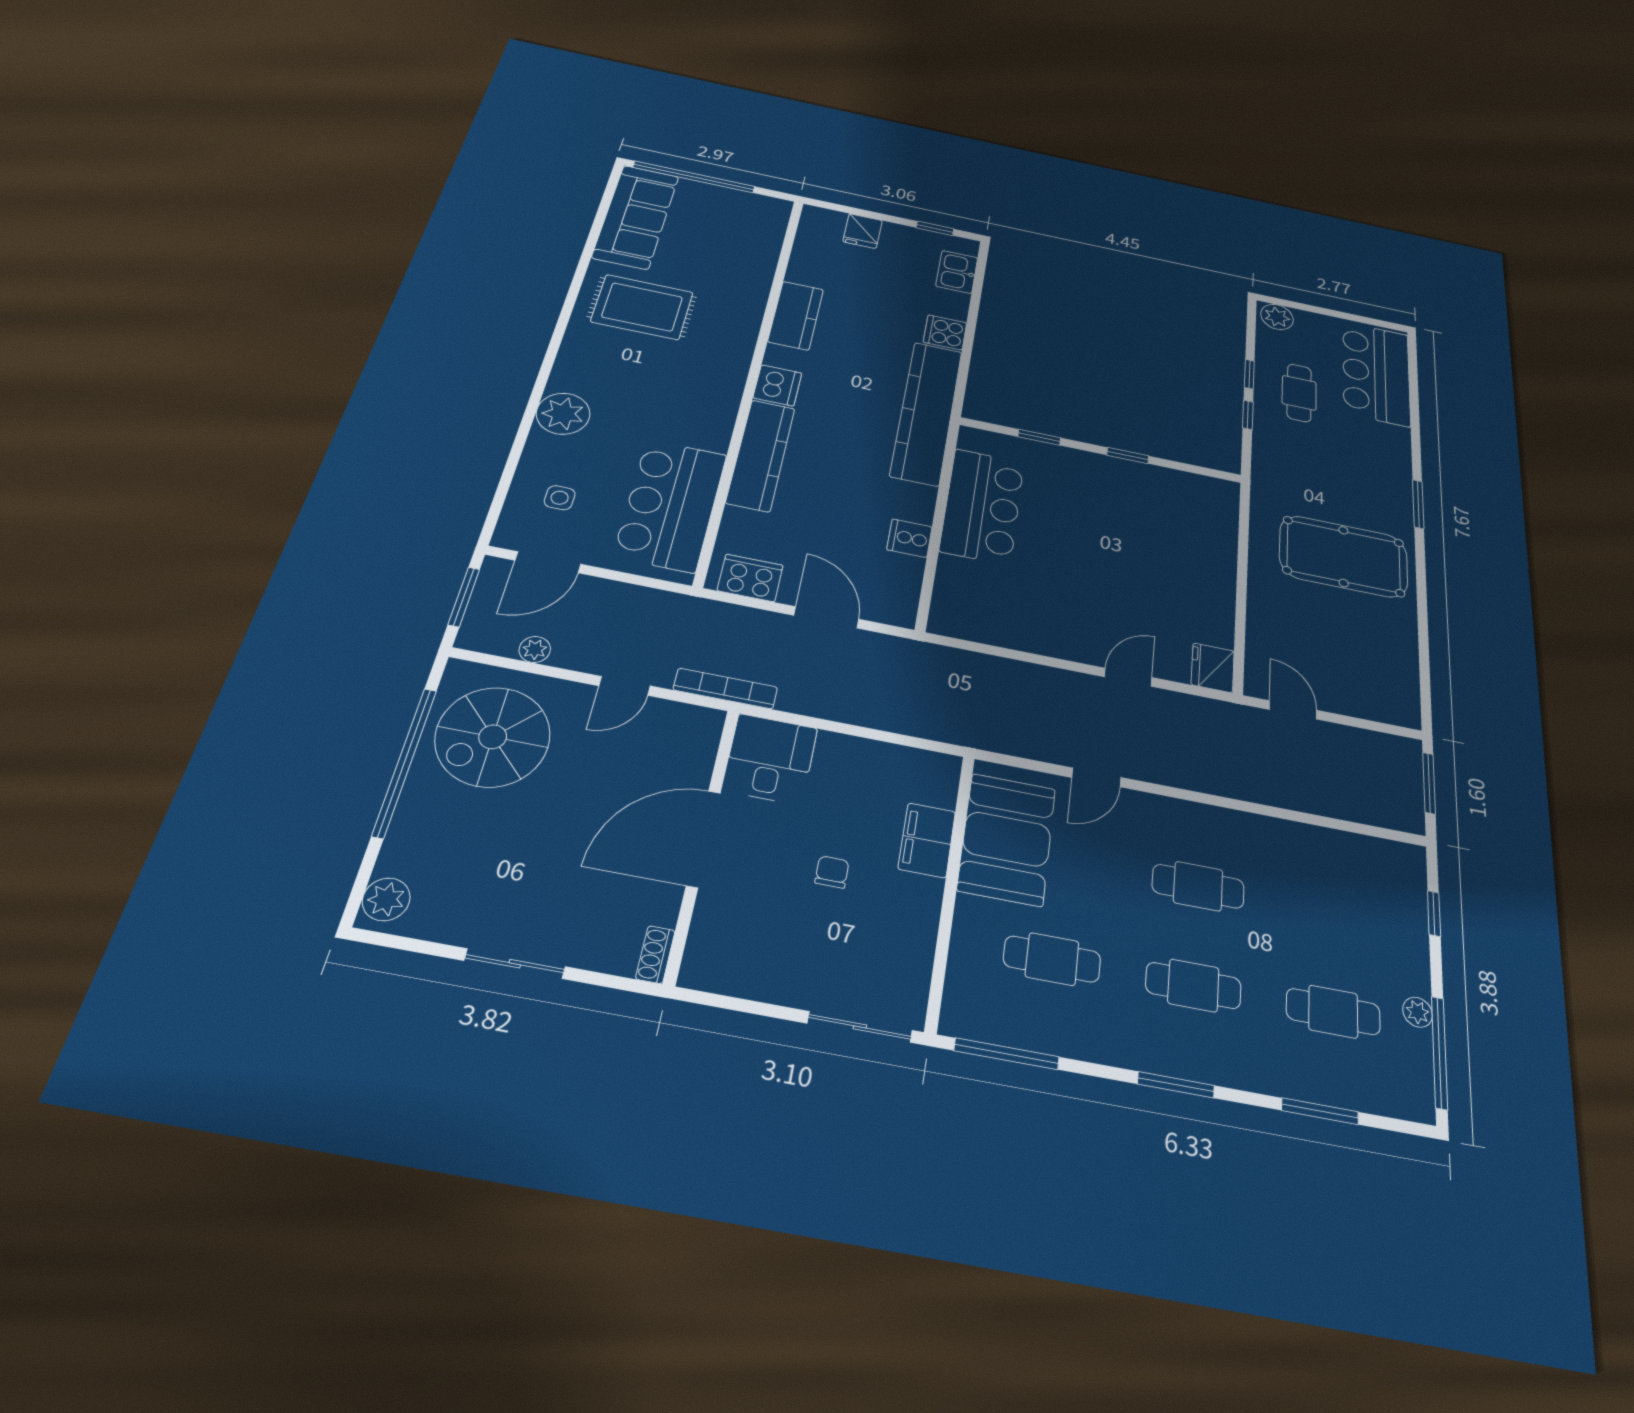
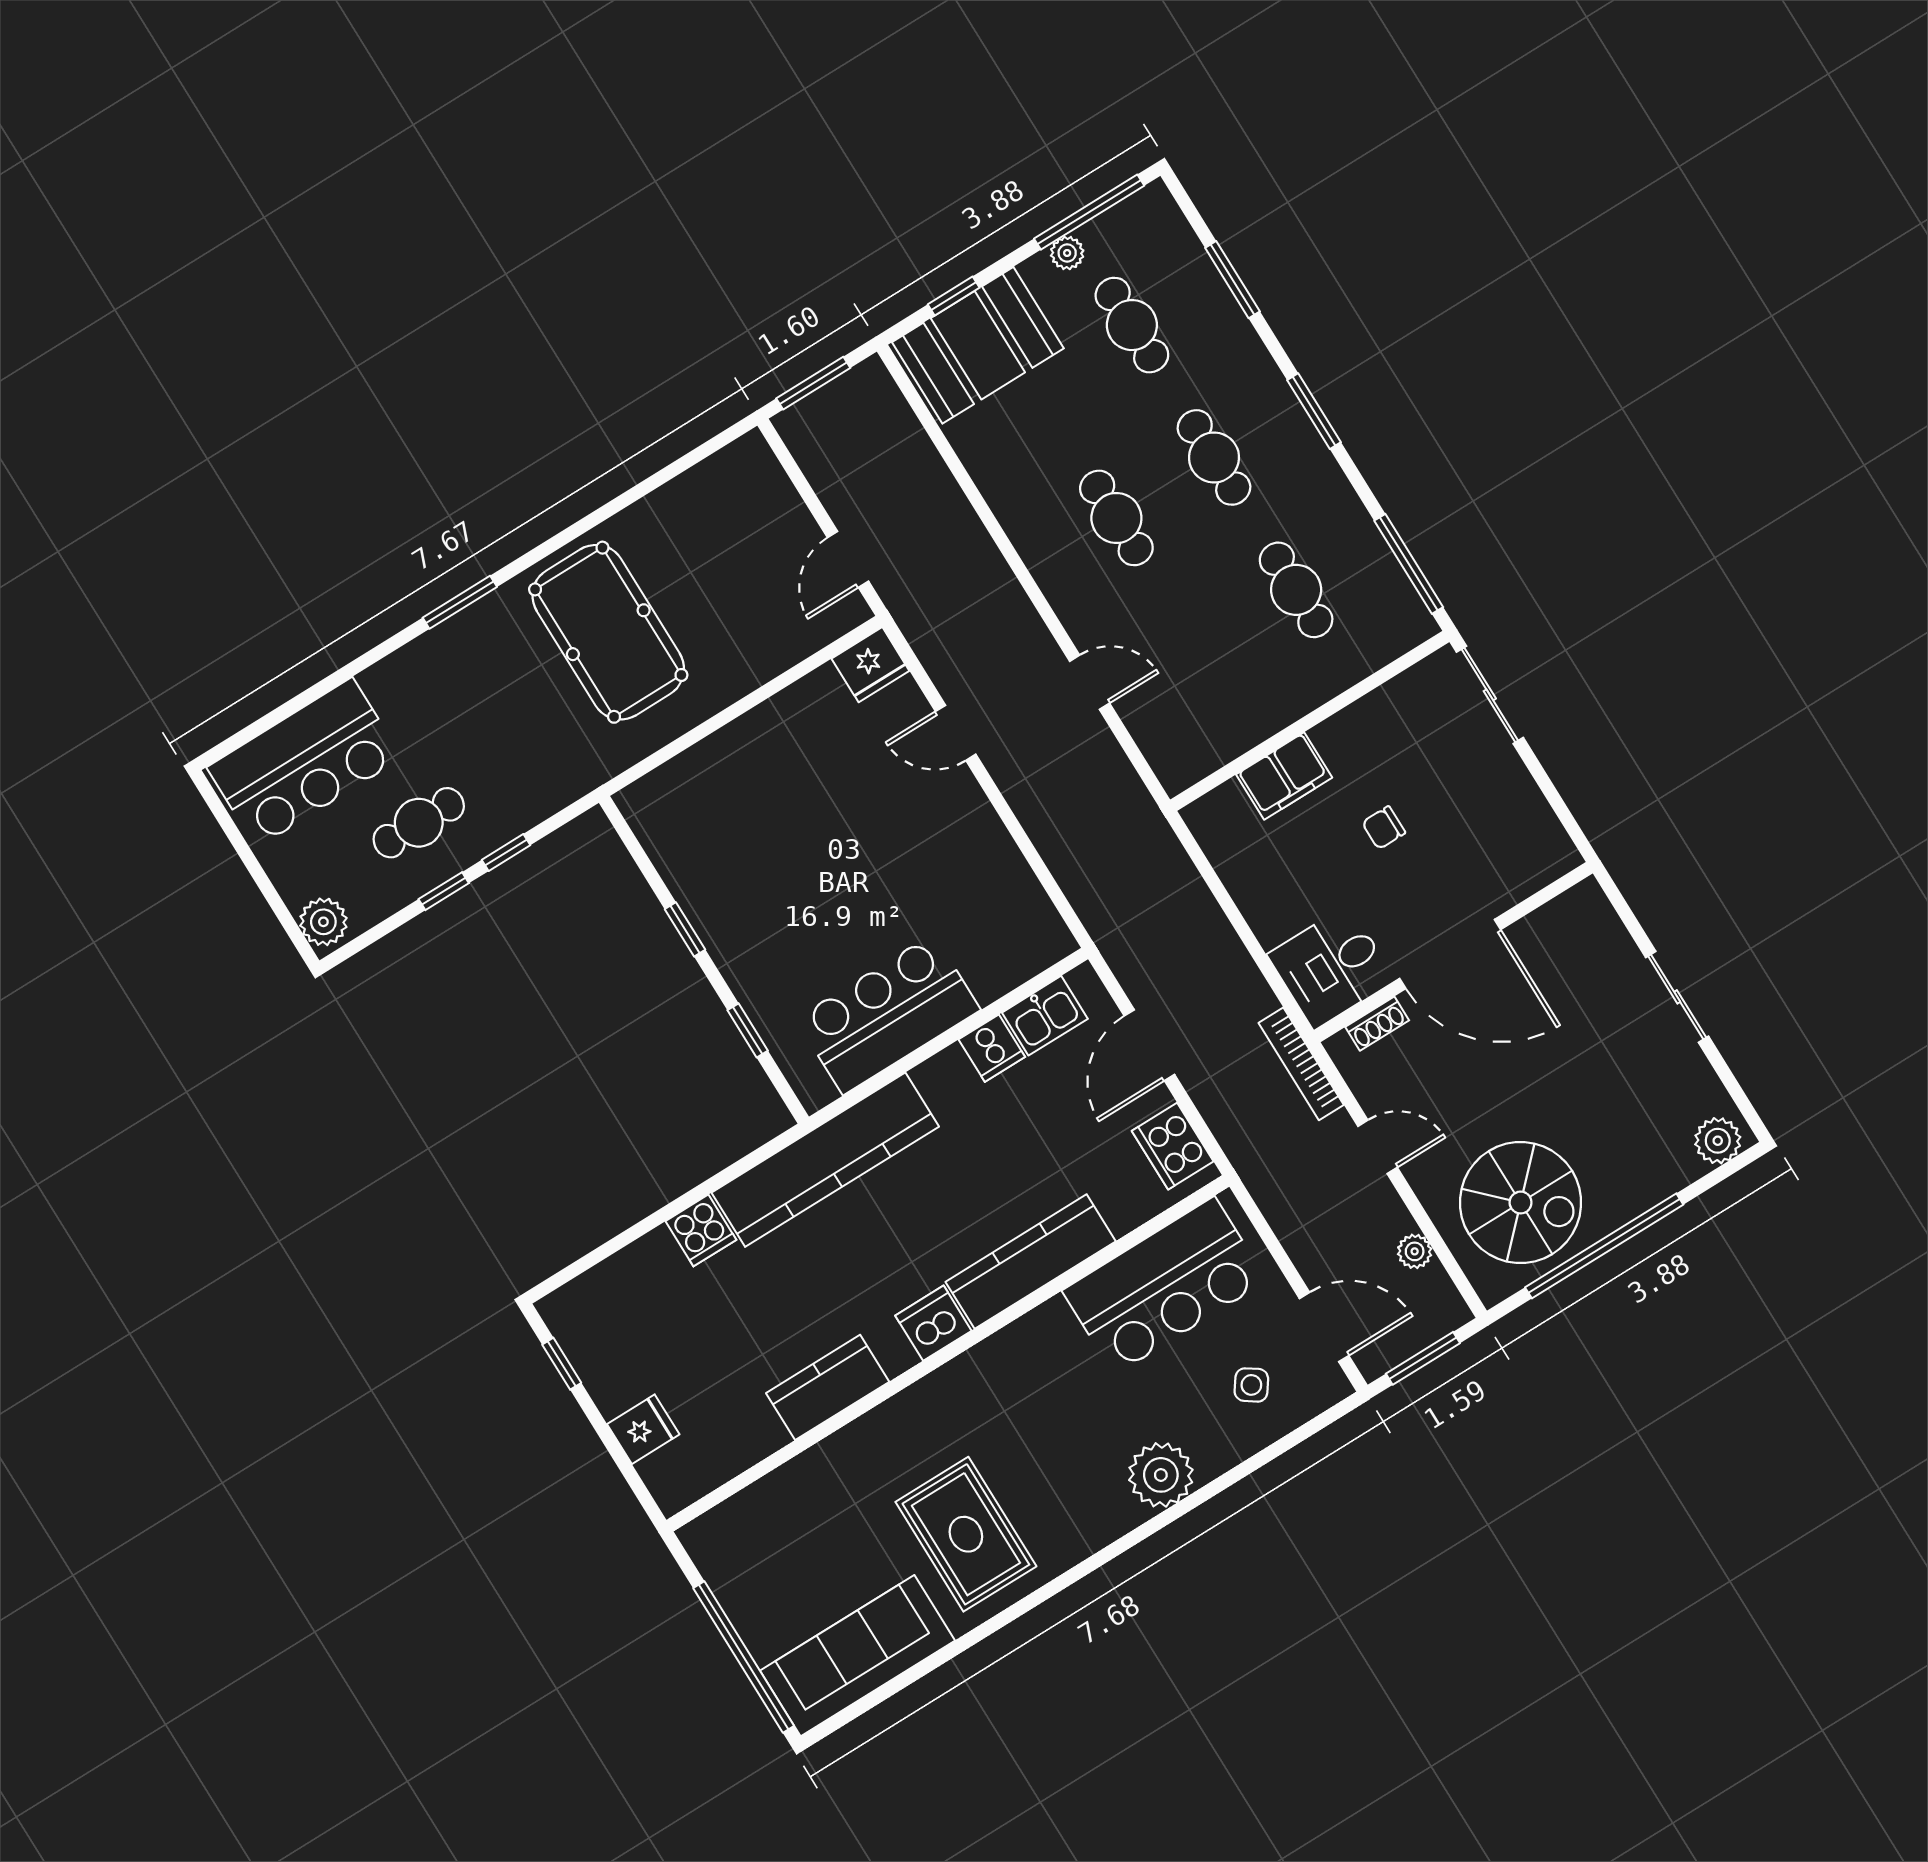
kitchen sink: (957, 272) -> (1045, 1016), moved
side table: (560, 498) -> (1251, 1385), turned 35
booth: (1007, 839) -> (978, 345), moved
shoe rack: (655, 955) -> (1377, 1024), moved

